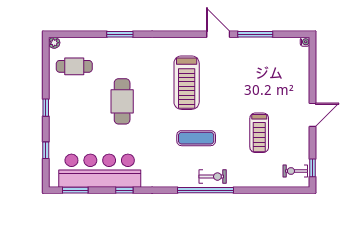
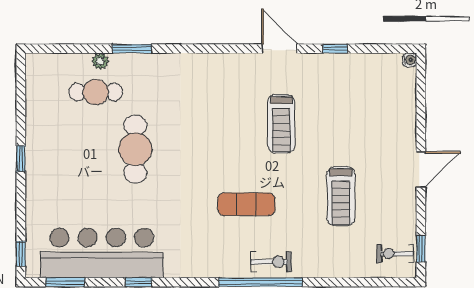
window: (255, 34) -> (335, 49), width x0.46
plant: (54, 43) -> (100, 61), moved
cafe table: (74, 66) -> (96, 92), moved
treadmill: (187, 83) -> (281, 124), moved, width x0.73, depth x0.73
window: (46, 150) -> (21, 254), moved

